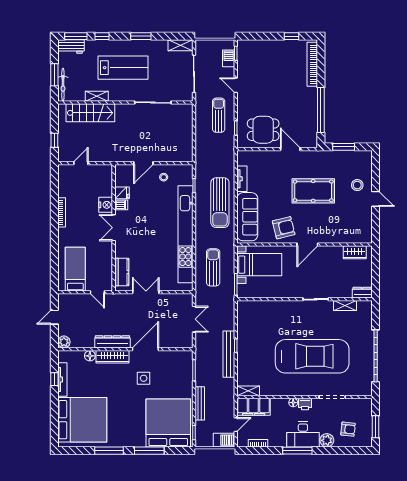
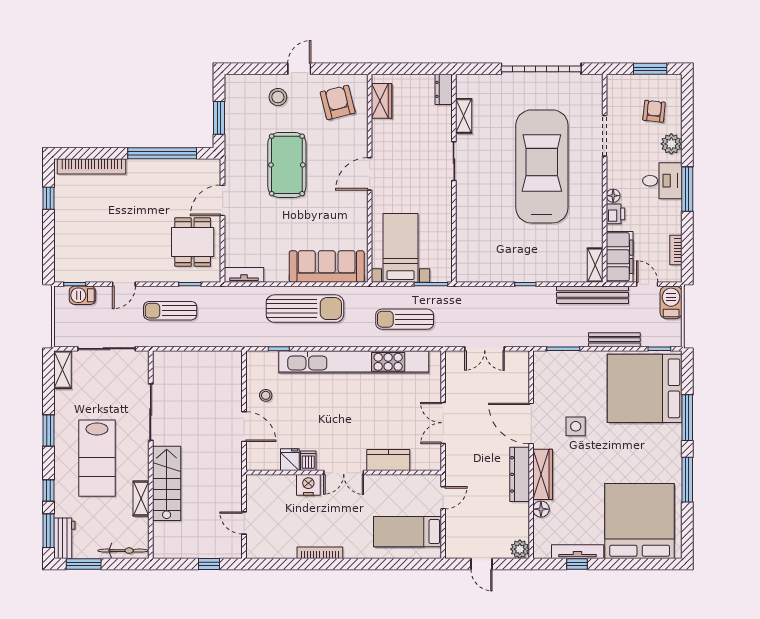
lab bench: (123, 68) -> (97, 458), turned 180
window: (54, 75) -> (84, 564), moved
stairs: (90, 113) -> (167, 483), moved
tv unit: (242, 179) -> (244, 275), moved
armchair: (284, 228) -> (338, 102), moved
door: (307, 245) -> (370, 174), swing flipped
kitchen counter: (122, 272) -> (388, 460), moved
double door: (194, 319) -> (485, 349), swing flipped
bench: (229, 354) -> (593, 295), moved
printer: (305, 404) -> (615, 214), moved
desk: (303, 434) -> (662, 181), width x0.73

